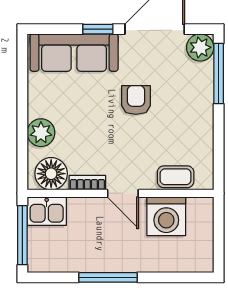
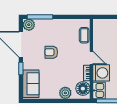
sofa: (74, 53) -> (31, 84), width x0.73
door: (123, 193) -> (91, 58), hinge flipped
washing machine: (166, 216) -> (101, 73), moved

